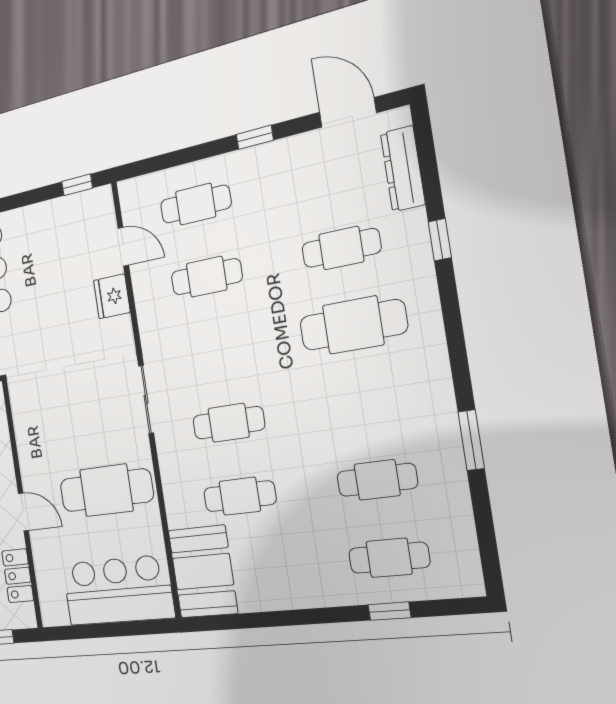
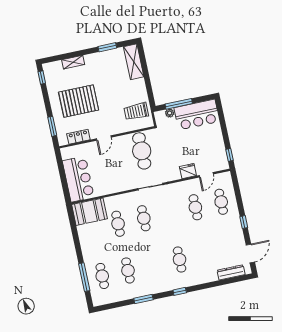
window: (440, 240) -> (180, 291), moved
cafe table: (341, 248) -> (205, 254), removed
cafe table: (353, 325) -> (180, 259), width x0.73, depth x0.74
cafe table: (106, 490) -> (142, 151), moved
window: (389, 611) -> (84, 277), width x2.17

